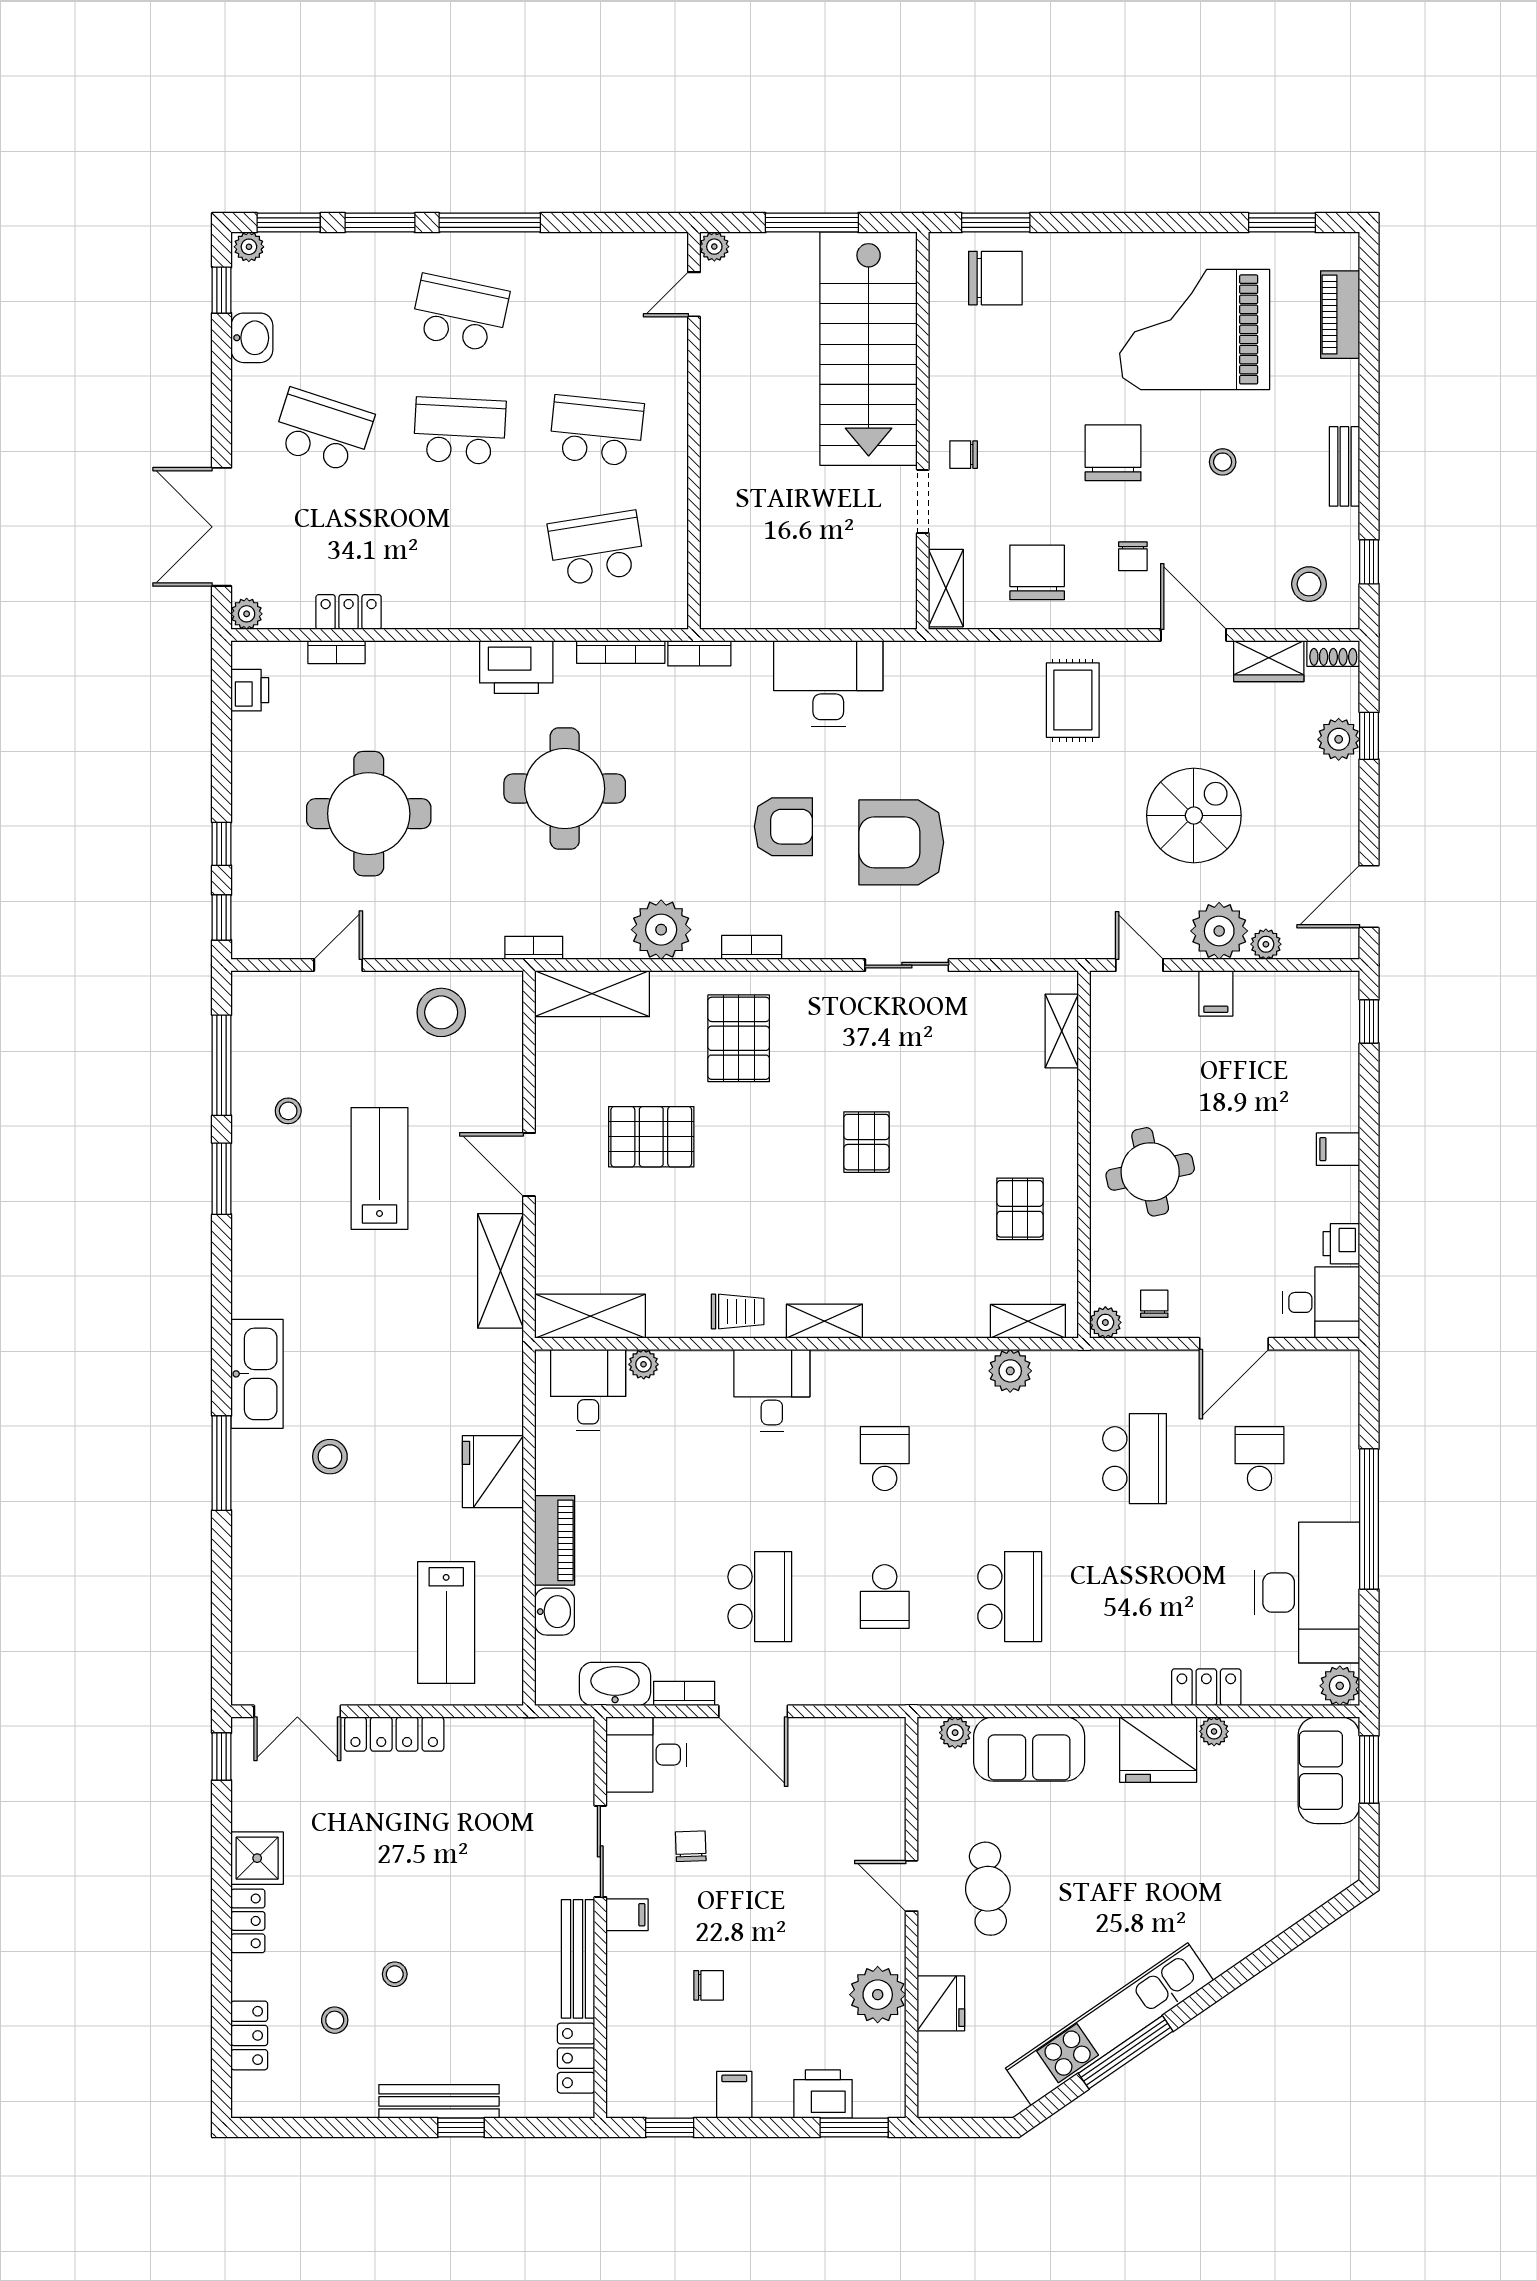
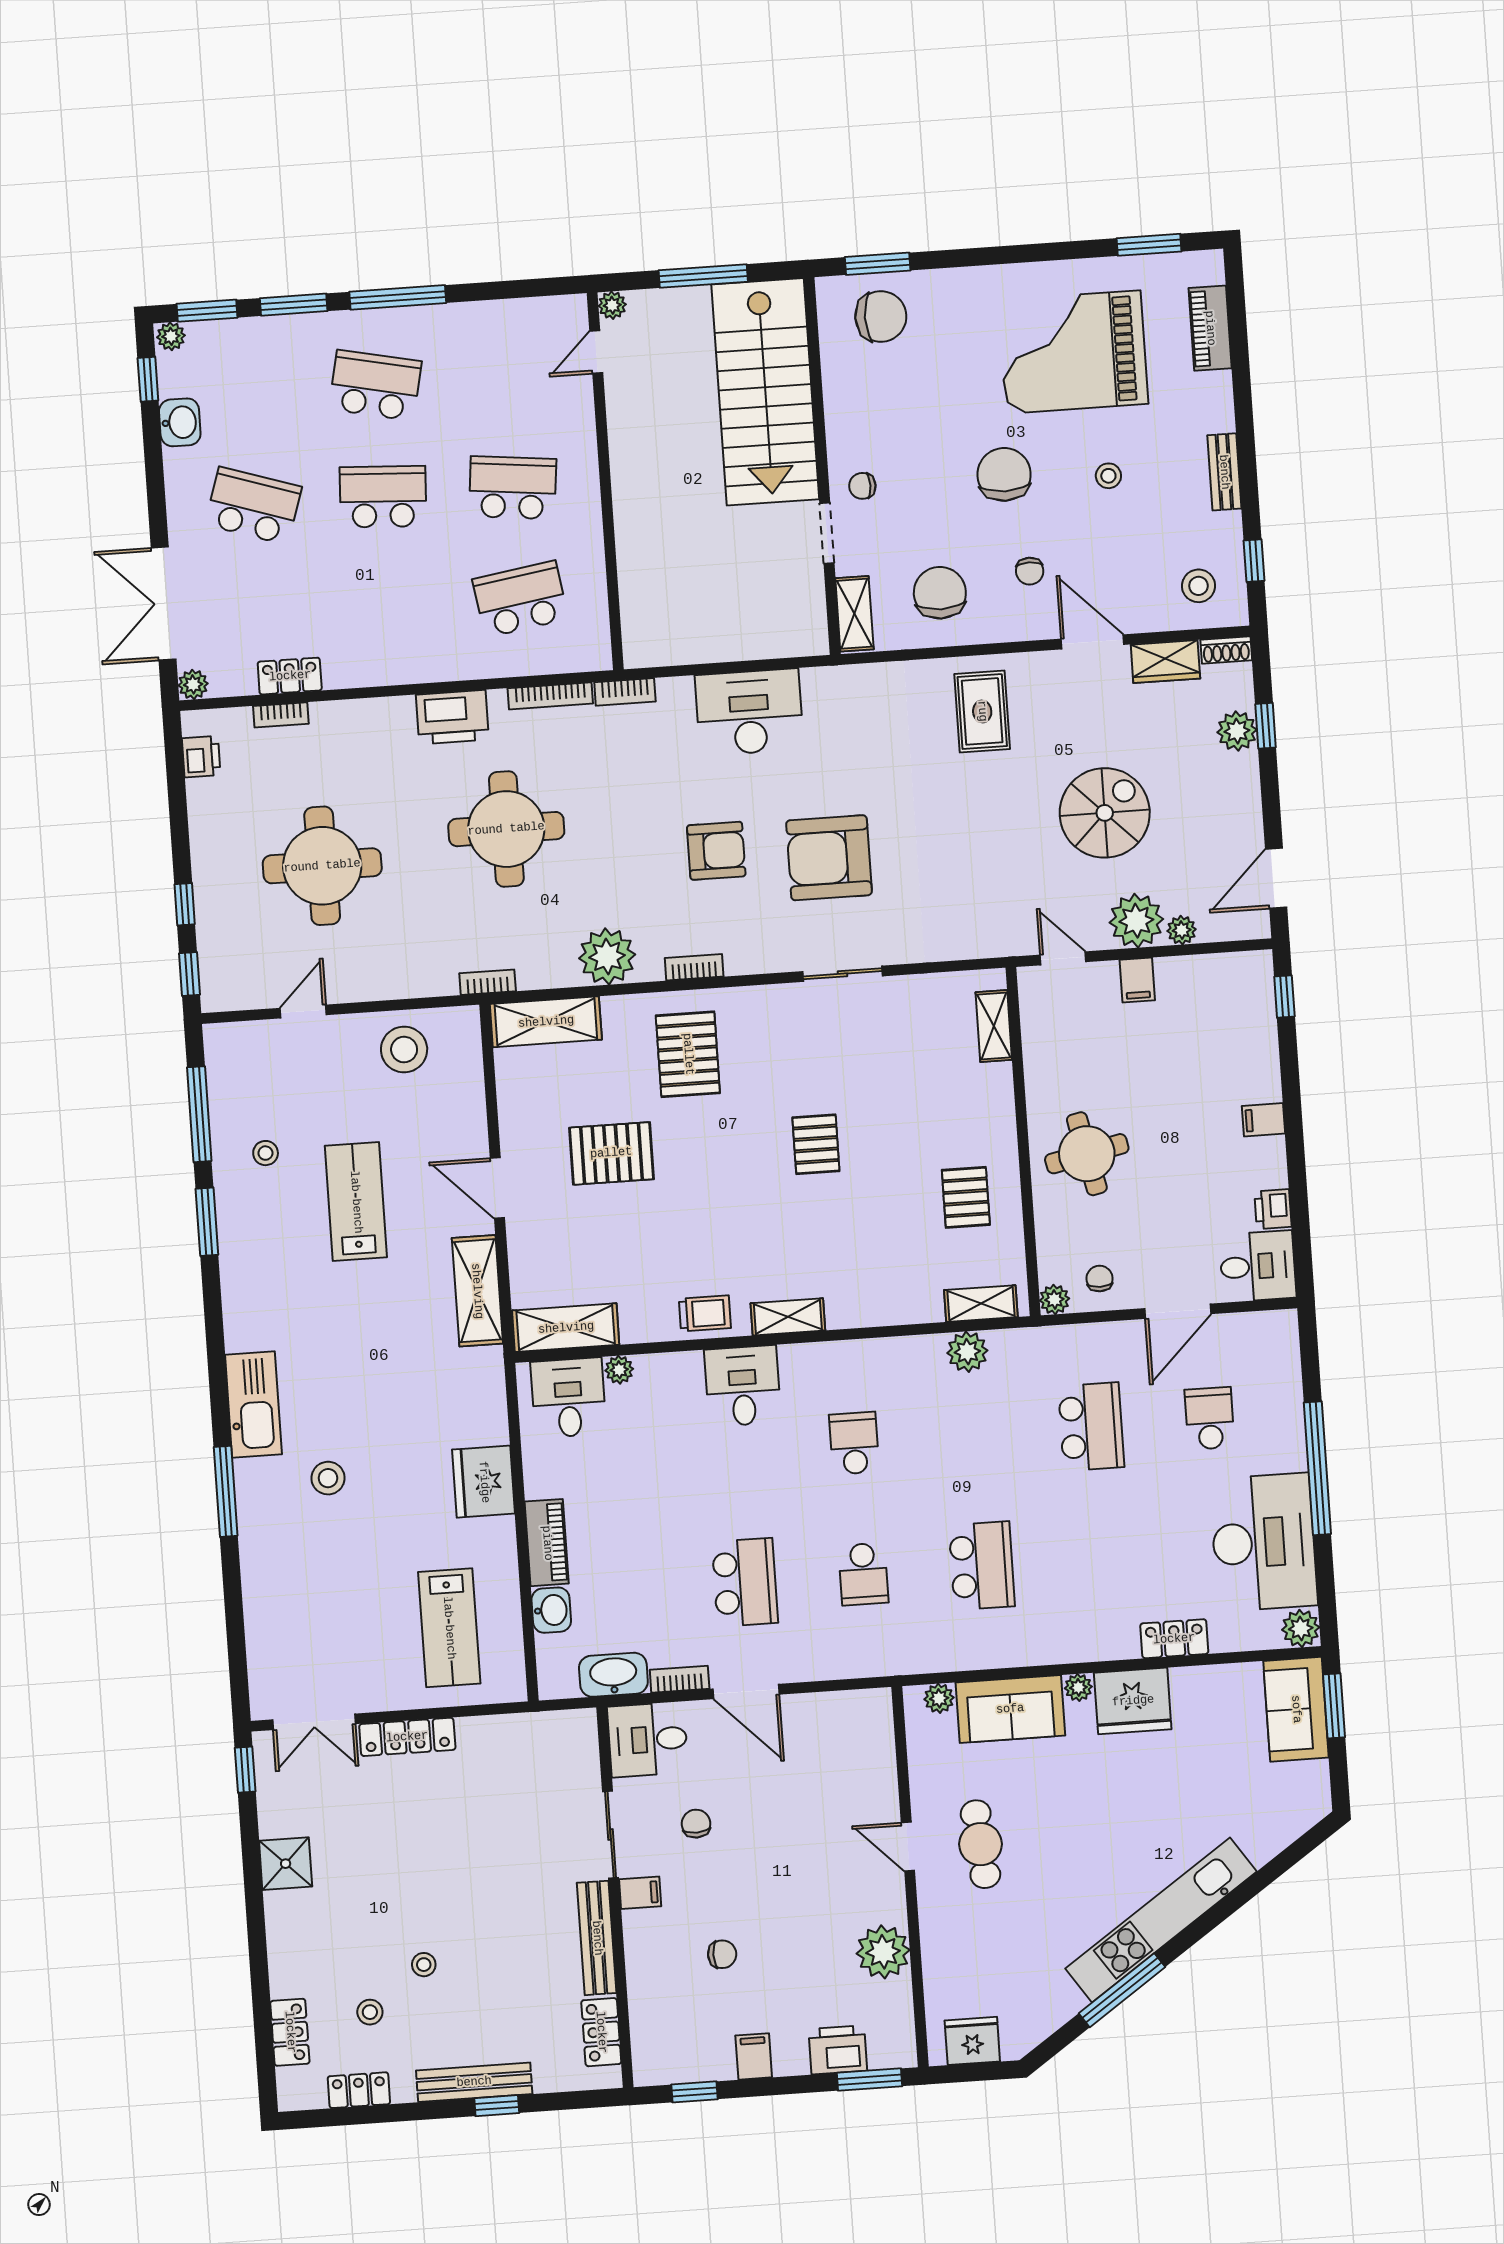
plant: (1214, 1731) -> (1078, 1687), moved
locker: (248, 1921) -> (359, 2090), moved, turned -90
fridge: (941, 2003) -> (972, 2041), moved, turned -90
kitchen unit: (1110, 2024) -> (1161, 1920), moved

